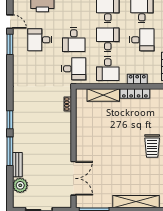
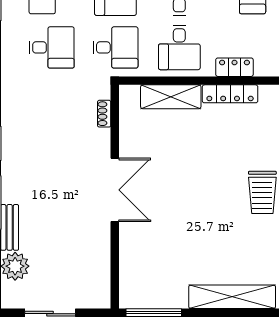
desk: (40, 69) -> (52, 47), added
double door: (73, 178) -> (115, 190), moved

